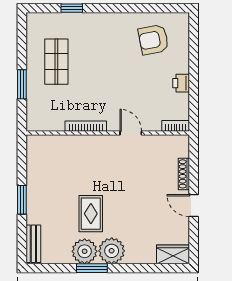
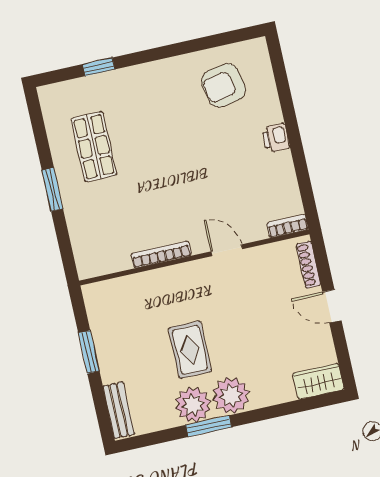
bookcase: (86, 126) -> (161, 255), moved
bookcase: (176, 126) -> (287, 226), moved
wall: (108, 133) -> (194, 257), moved
door: (131, 133) -> (227, 250), moved

